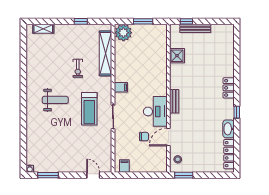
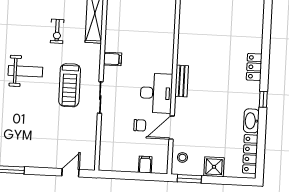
shower: (177, 56) -> (214, 167), moved
filing cabinet: (124, 166) -> (145, 165), moved
door: (93, 175) -> (70, 173), hinge flipped

